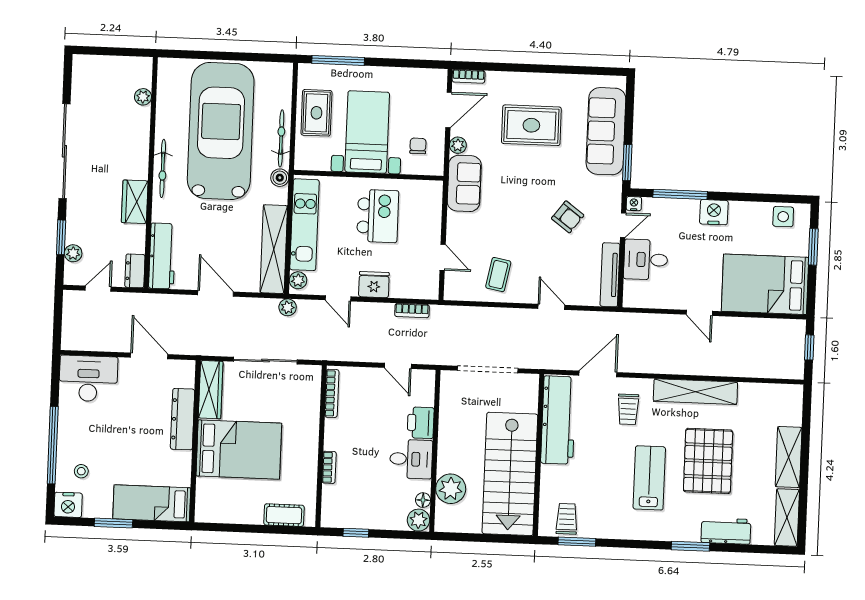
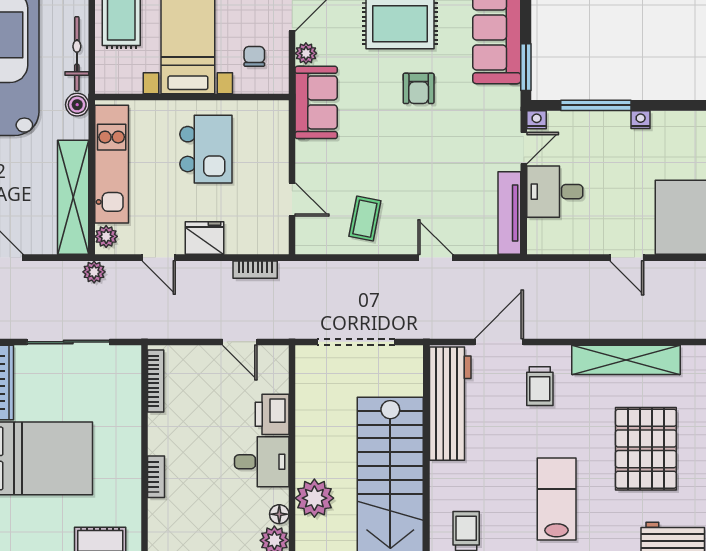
nightstand: (714, 212) -> (641, 120), width x0.53, depth x0.56
armchair: (568, 217) -> (419, 88), moved, turned 53
lab bench: (649, 478) -> (557, 499), moved

